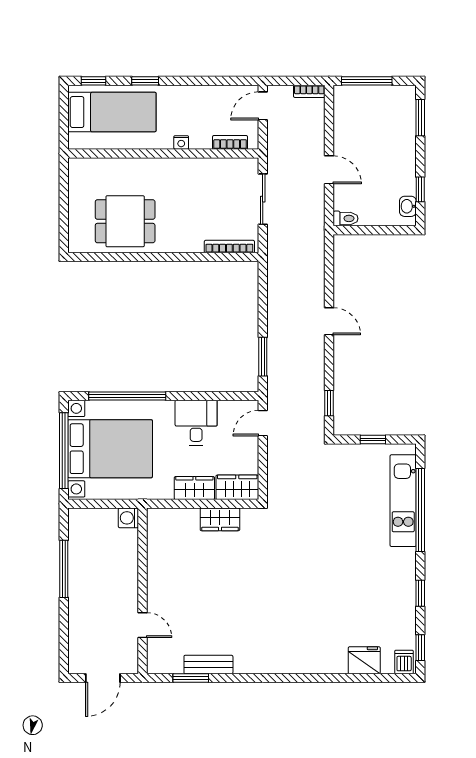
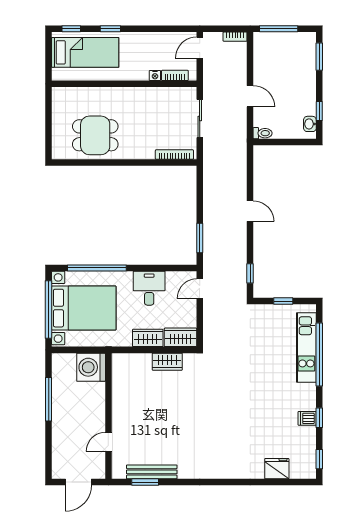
nightstand: (181, 142) -> (155, 75), moved
washing machine: (128, 518) -> (91, 367), width x1.89, depth x1.89
door: (142, 625) -> (108, 442), swing flipped
dishwasher: (404, 662) -> (307, 418), moved, turned -90
bench: (208, 665) -> (152, 472), width x1.36

